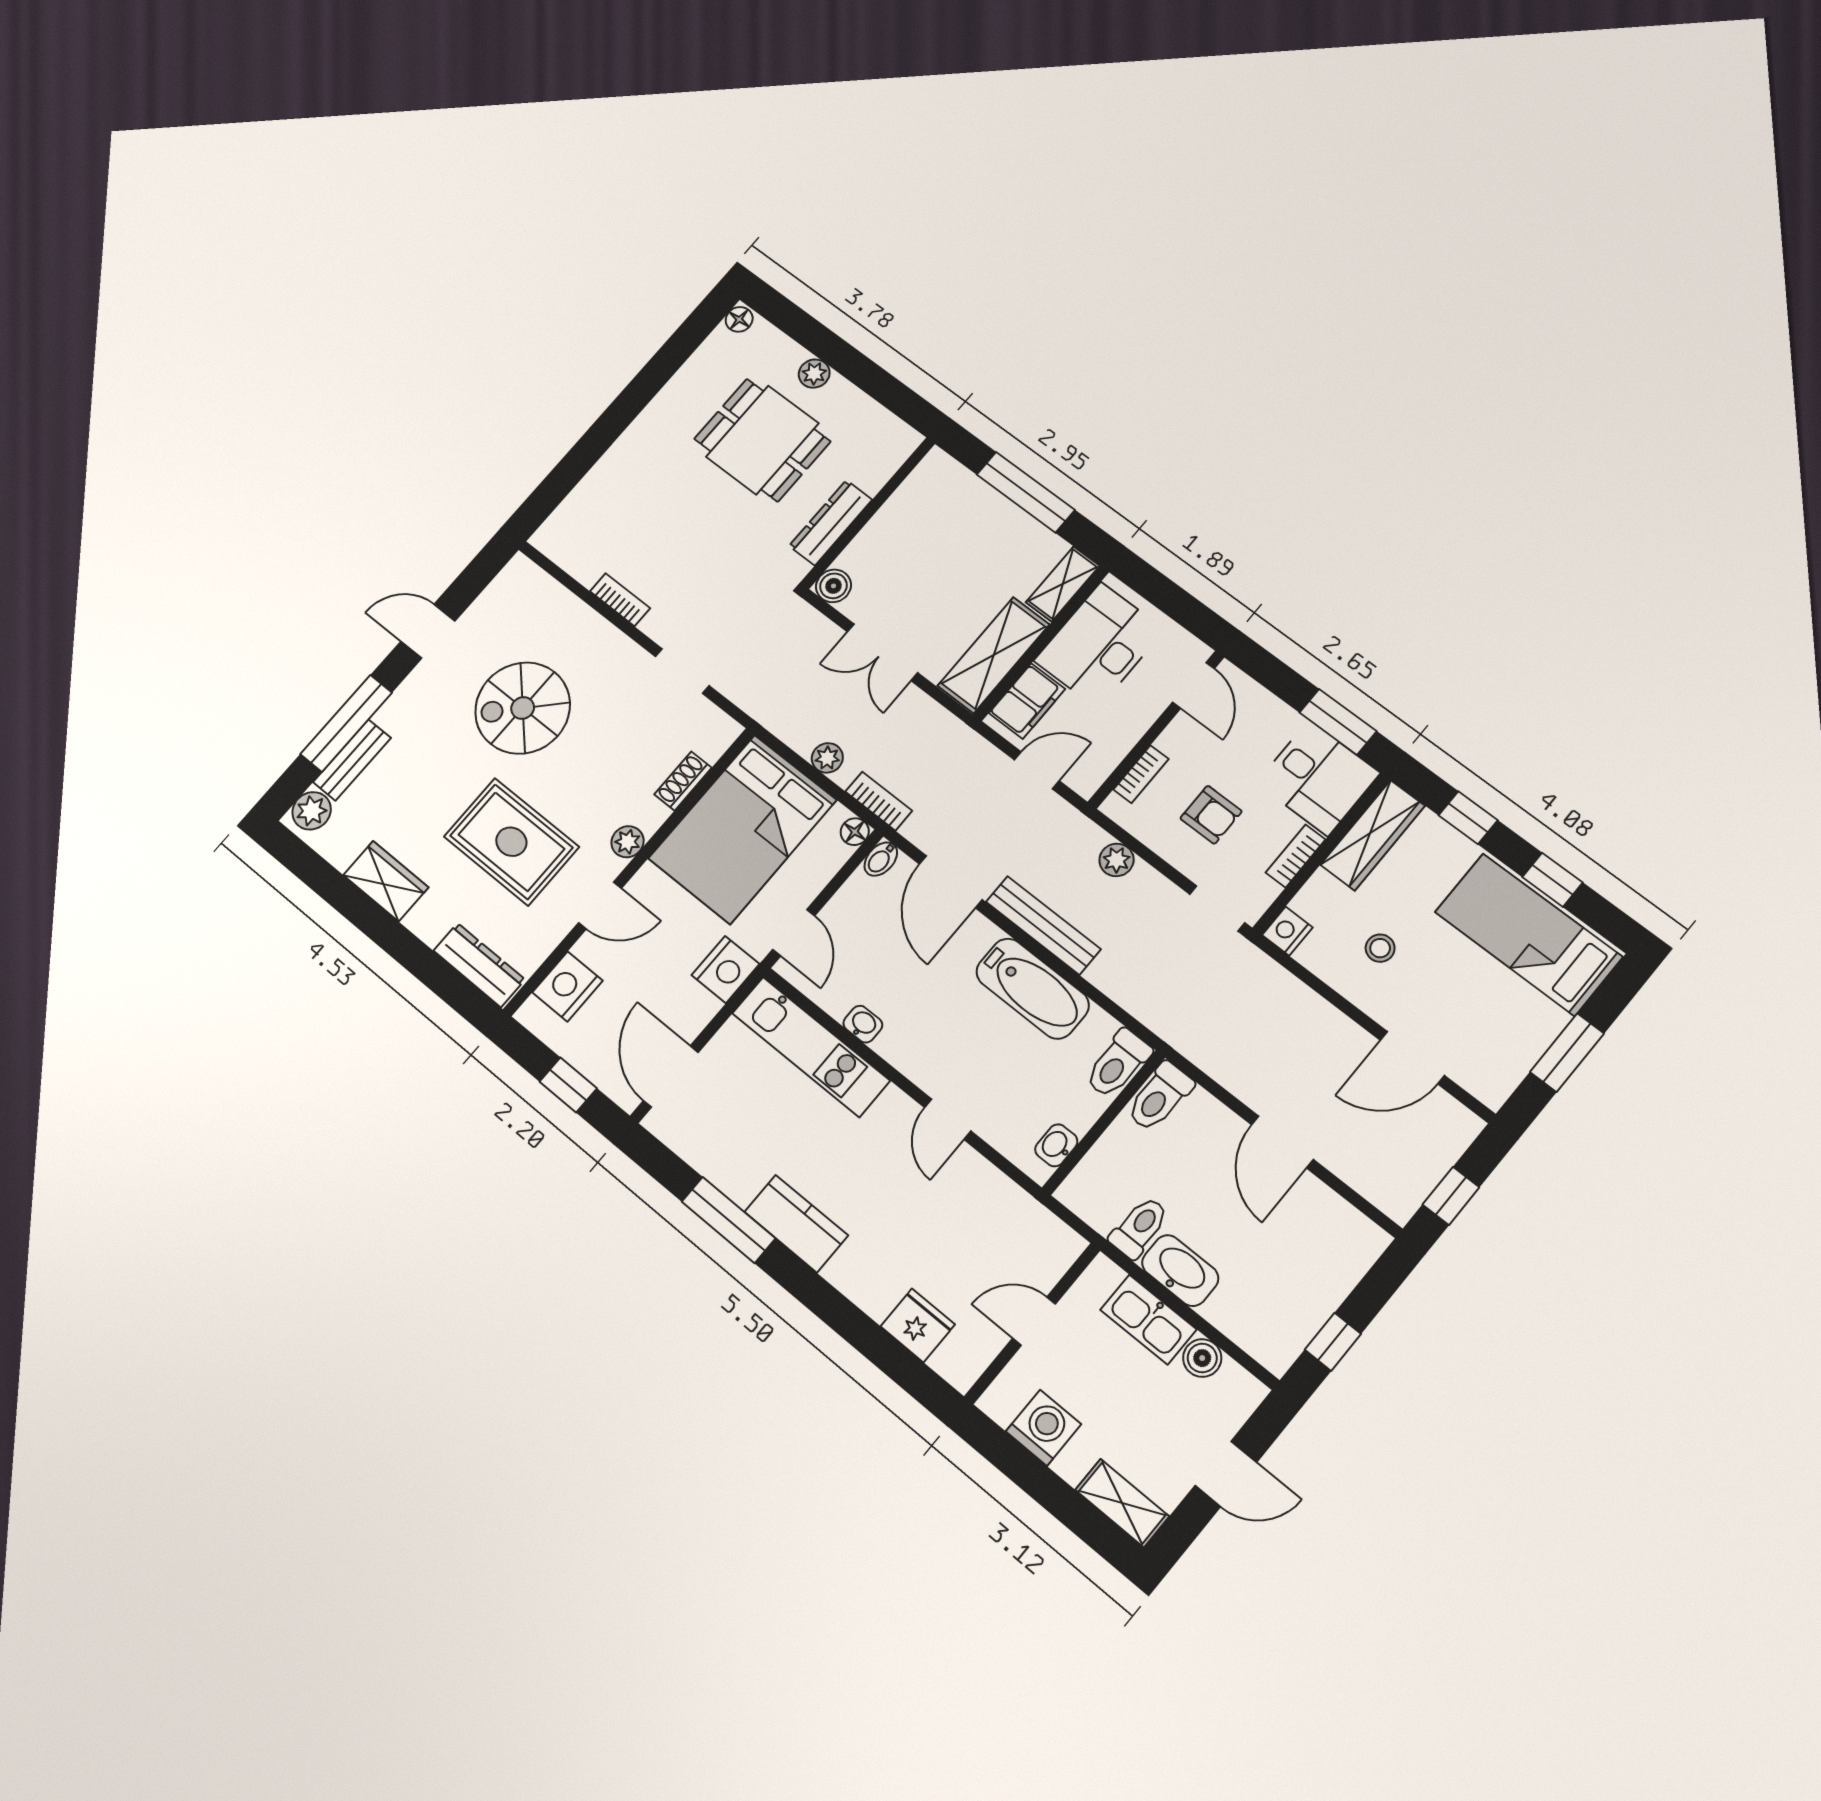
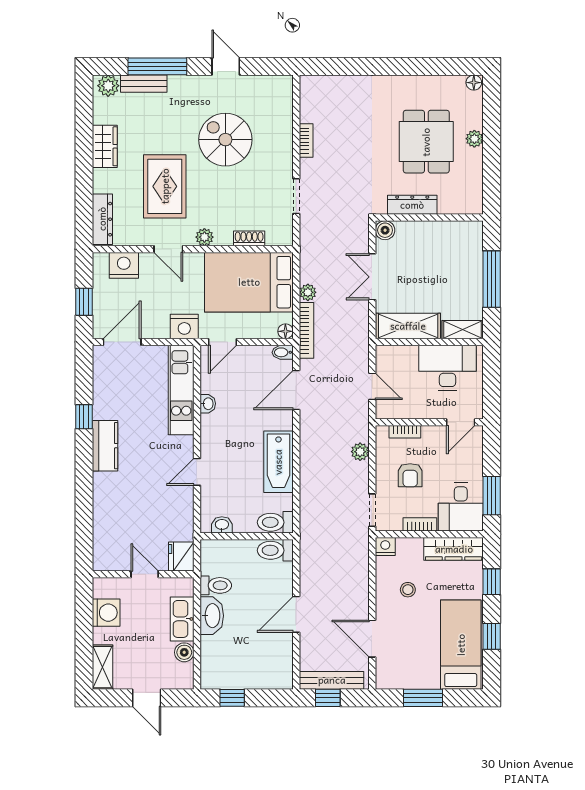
filing cabinet: (1027, 701) -> (399, 357), removed
bookcase: (879, 801) -> (307, 330), width x1.56
bench: (1043, 925) -> (332, 680), moved, turned 90
window: (728, 1220) -> (84, 417), width x0.46
fridge: (918, 1325) -> (181, 557), moved, turned 180

